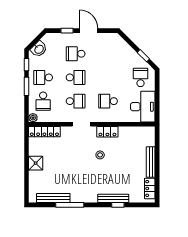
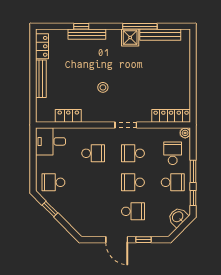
school desk: (140, 77) -> (53, 182), turned 90
desk: (143, 107) -> (51, 141), width x0.73
locker: (107, 132) -> (68, 116), moved
shower: (36, 163) -> (130, 37), moved

